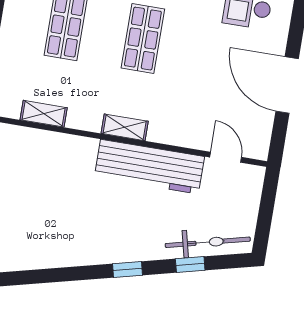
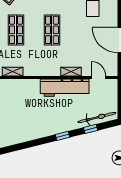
shelving: (125, 127) -> (71, 72), moved

